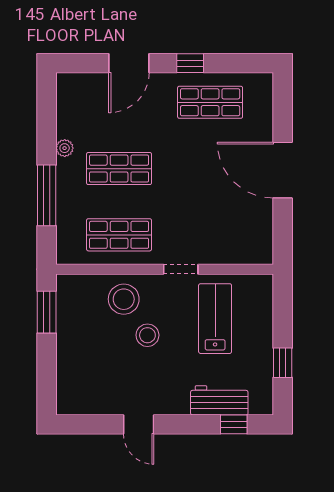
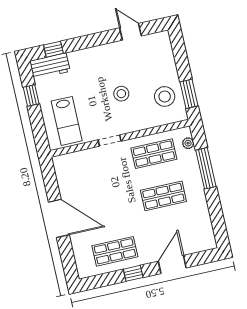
plant: (65, 148) -> (188, 143), moved
stool: (124, 299) -> (165, 96), moved
lab bench: (215, 319) -> (67, 121), moved
workbench: (219, 400) -> (50, 66), moved
door: (139, 424) -> (131, 32), moved

